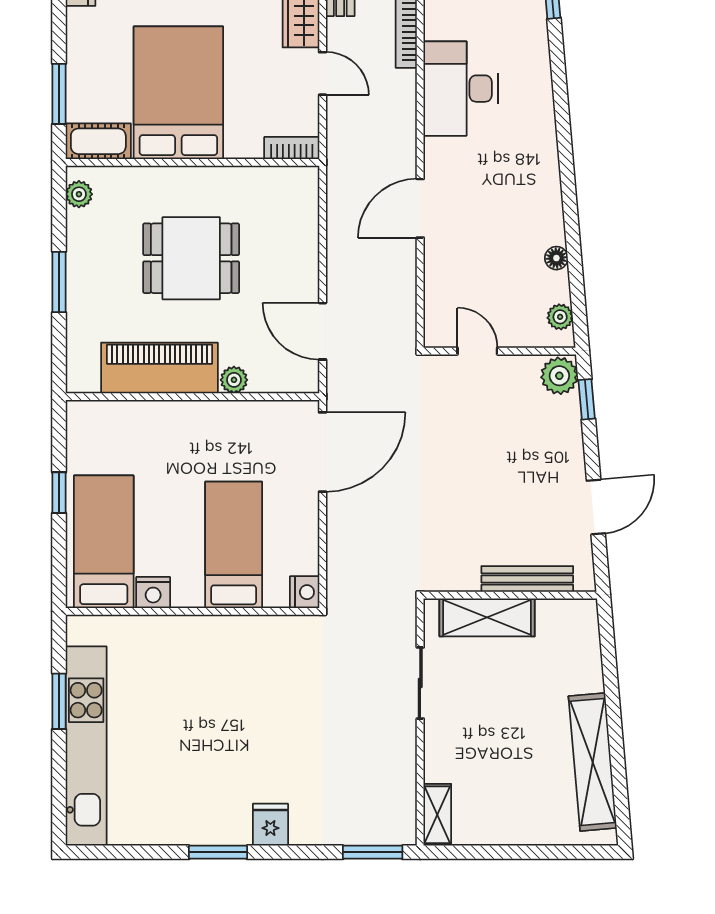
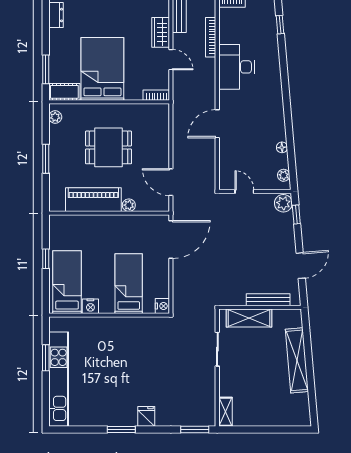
shelving: (593, 762) -> (297, 360), moved

